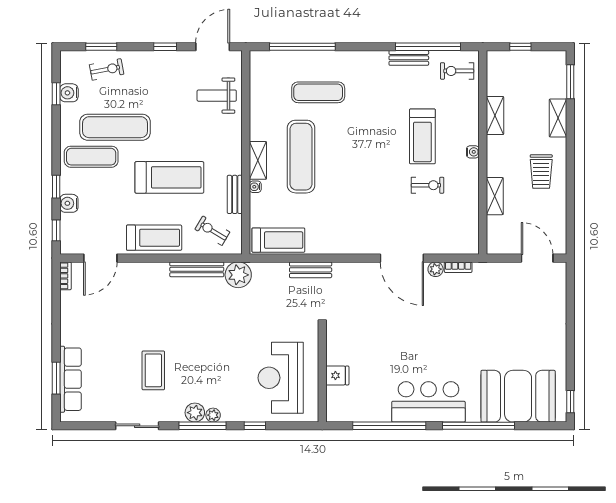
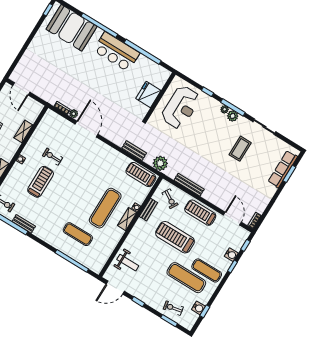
door: (100, 258) -> (232, 219), hinge flipped
plant: (238, 275) -> (160, 163), moved
fridge: (337, 375) -> (148, 94), width x1.88, depth x1.34

